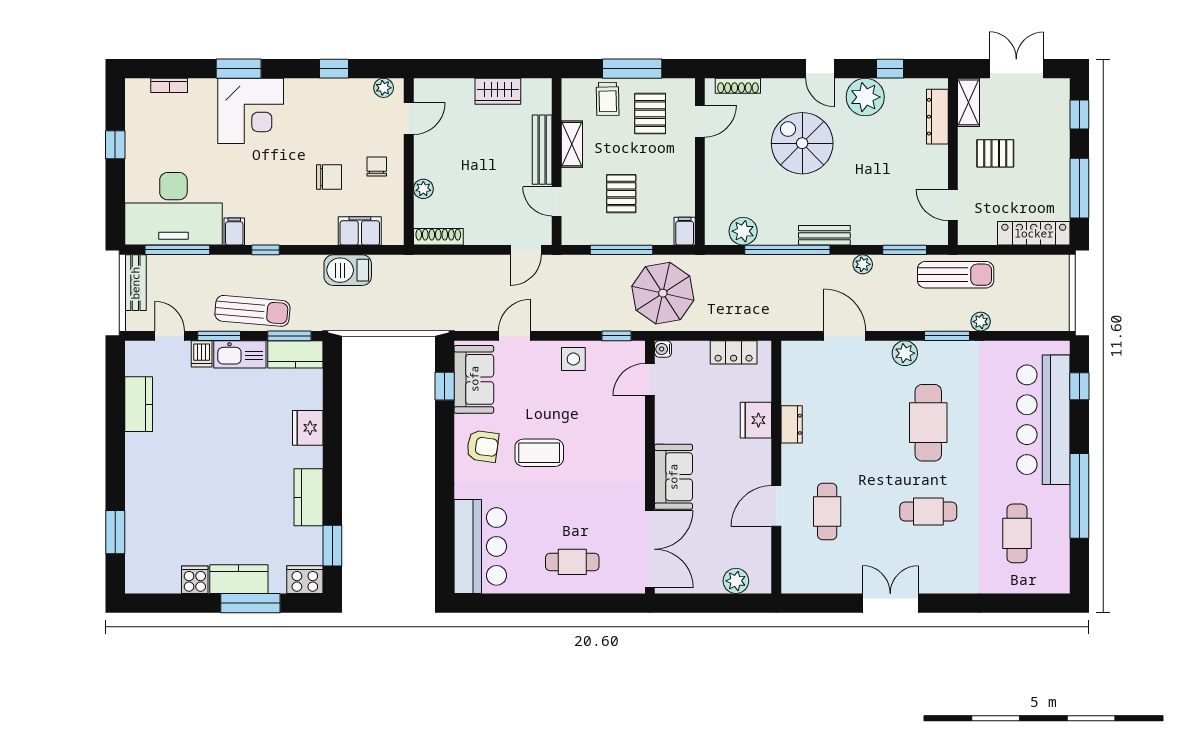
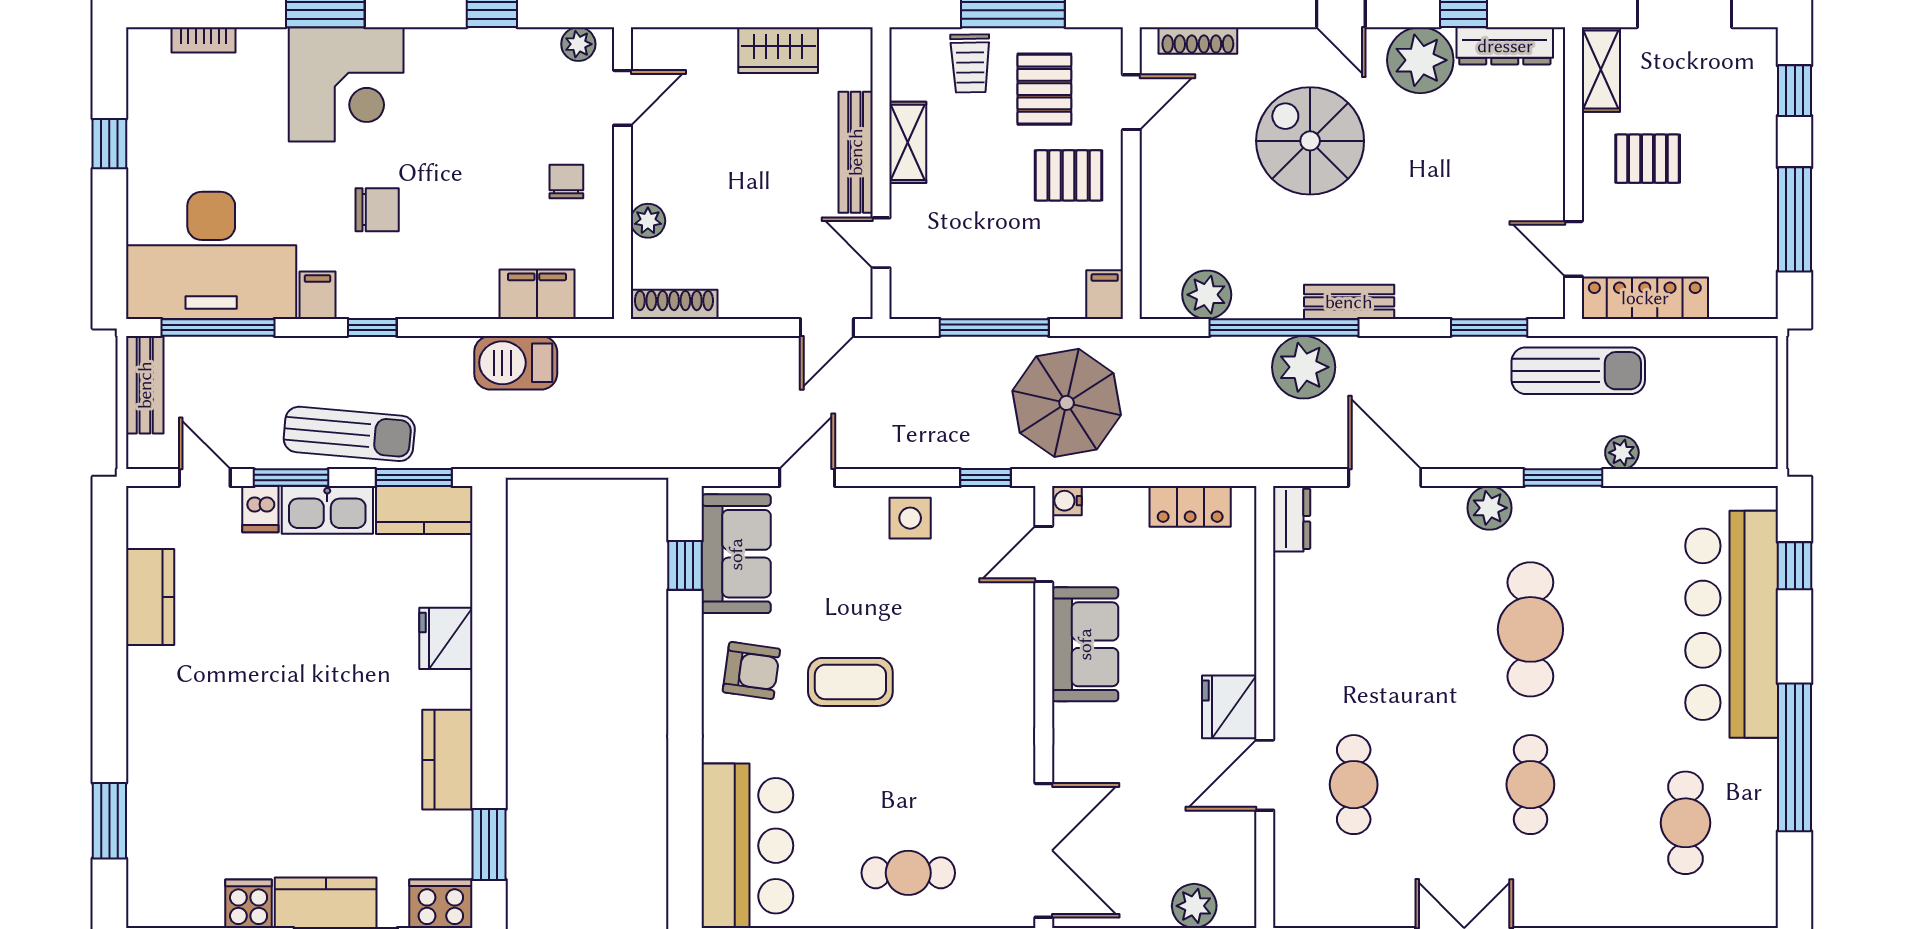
dresser: (937, 117) -> (1505, 46), moved, turned -90
chair: (329, 177) -> (377, 210), moved
pallet: (621, 194) -> (1069, 175), moved, turned 90
locker: (1034, 233) -> (1645, 298), moved
plant: (863, 264) -> (1304, 367), moved, width x1.88, depth x1.88
fridge: (756, 420) -> (1229, 707), moved
dresser: (792, 424) -> (1292, 519), moved
sofa: (673, 477) -> (1085, 644), moved
cafe table: (928, 511) -> (1530, 785), turned 90

